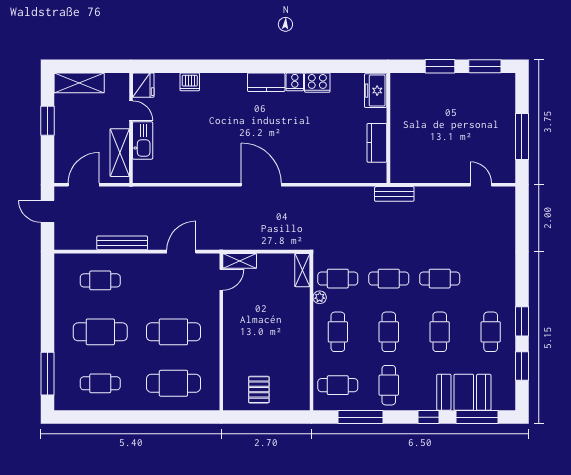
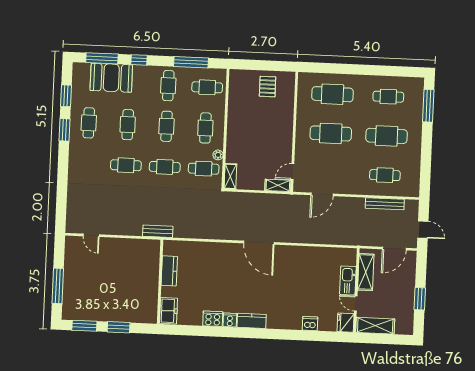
shelving: (79, 83) -> (375, 326), moved
window: (522, 136) -> (58, 286), moved
bench: (122, 243) -> (385, 204), moved

